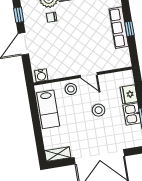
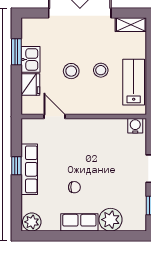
chair: (52, 17) -> (74, 187), moved
door: (89, 75) -> (54, 117), moved
stool: (71, 89) -> (101, 70), moved

